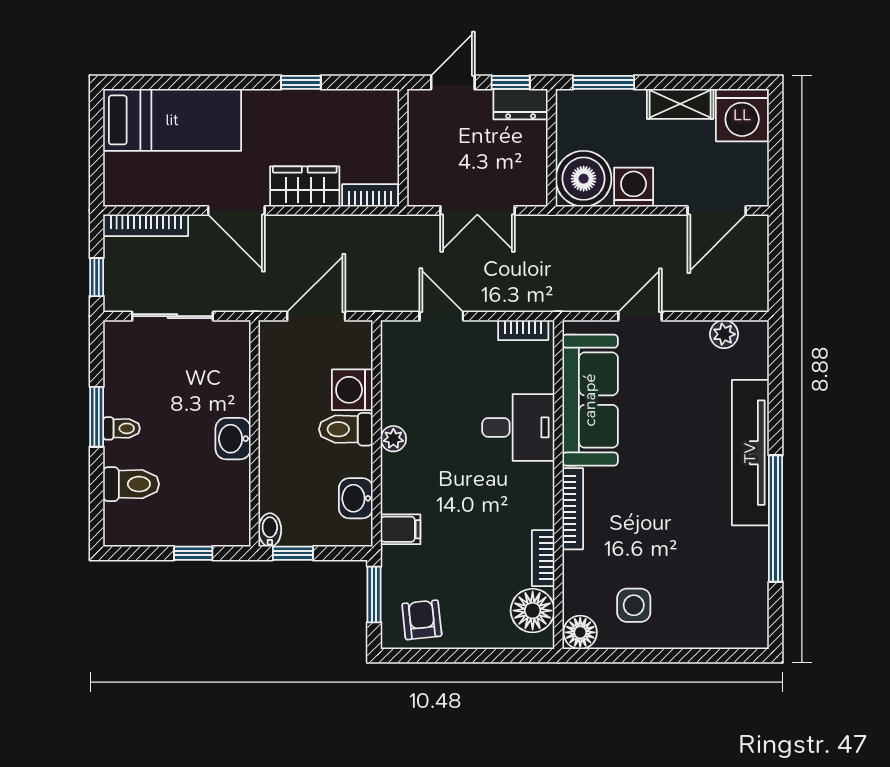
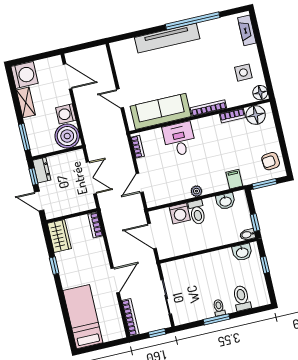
wardrobe: (305, 186) -> (59, 236), moved, turned 180
plant: (724, 334) -> (119, 61), removed
washbasin: (233, 439) -> (242, 252), moved
fireplace: (726, 635) -> (247, 30), added

